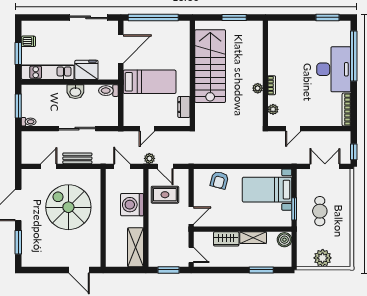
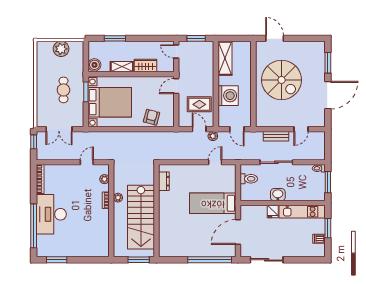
stairs: (210, 66) -> (141, 217), moved
fridge: (86, 70) -> (273, 212), width x0.53, depth x0.75
wall: (192, 73) -> (156, 211), moved
toilet: (108, 91) -> (249, 179), moved
dresser: (184, 107) -> (164, 181), moved
bed with nightstands: (267, 190) -> (110, 102), width x1.36
spiral stairs: (68, 207) -> (282, 80), moved

